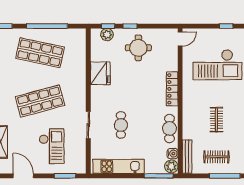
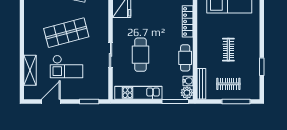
cafe table: (121, 125) -> (141, 55), width x1.37, depth x1.35
checkout: (52, 146) -> (67, 67), moved, turned 90
door: (23, 176) -> (51, 101), hinge flipped

